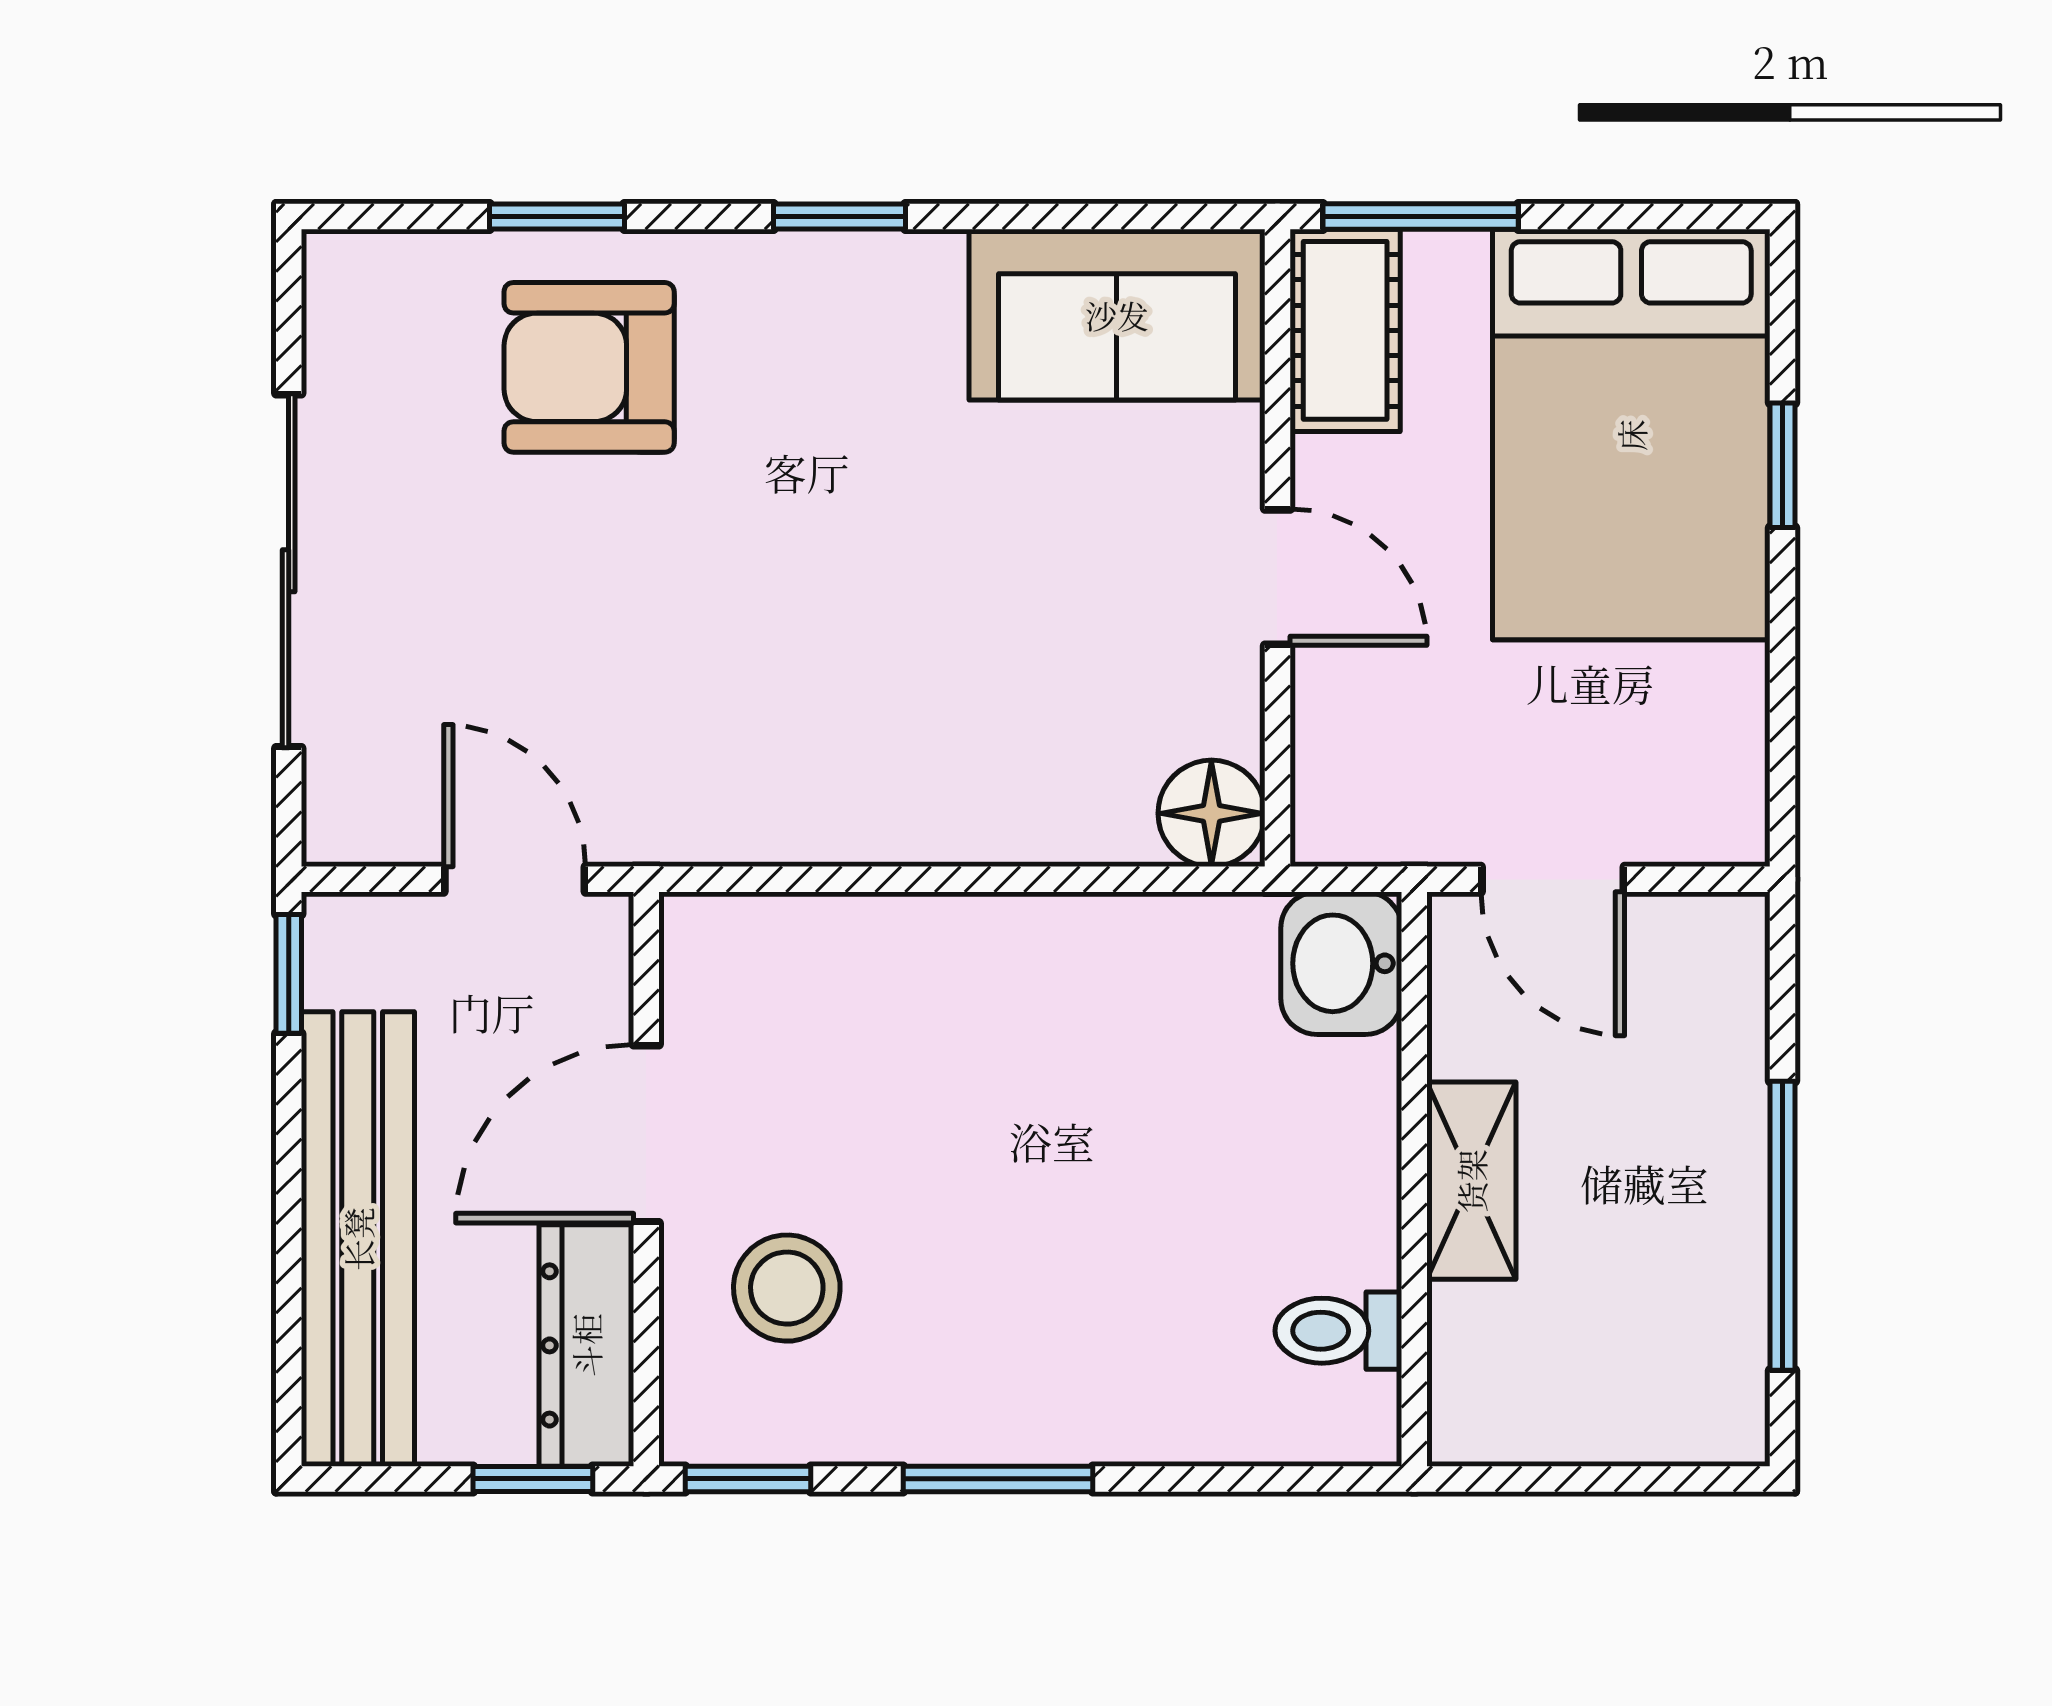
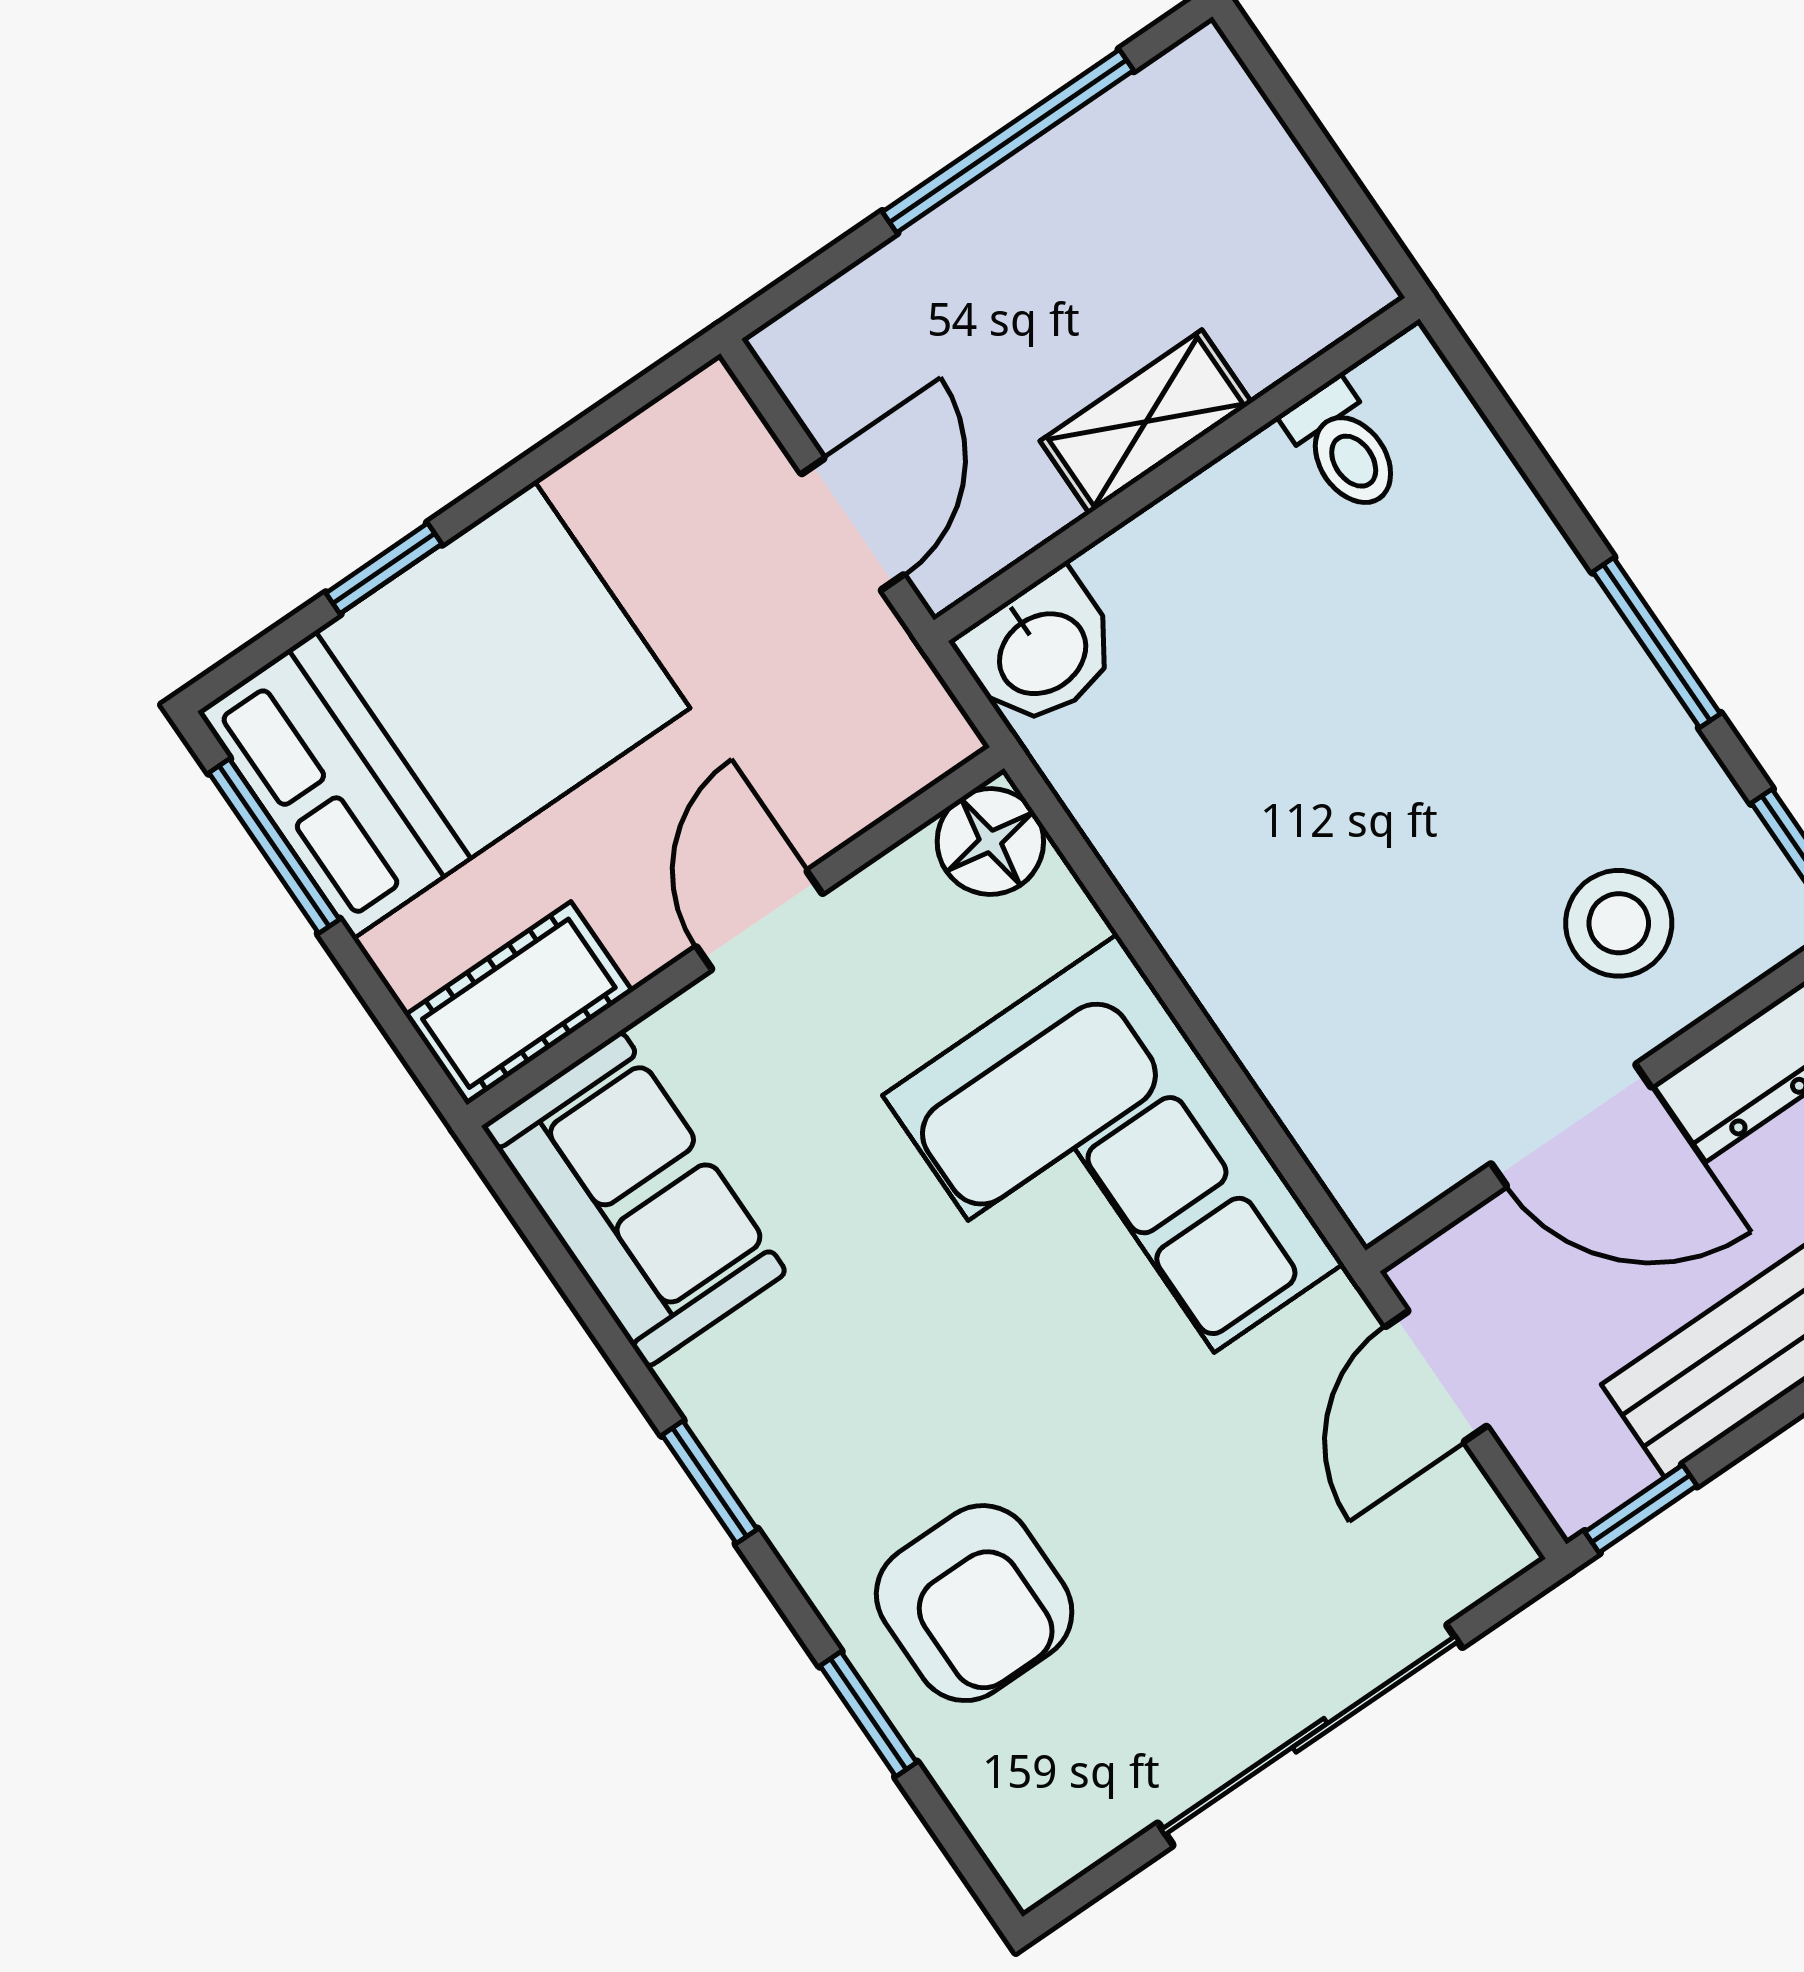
window: (1421, 217) -> (274, 846), moved
corner sofa: (861, 723) -> (1113, 1179), added

